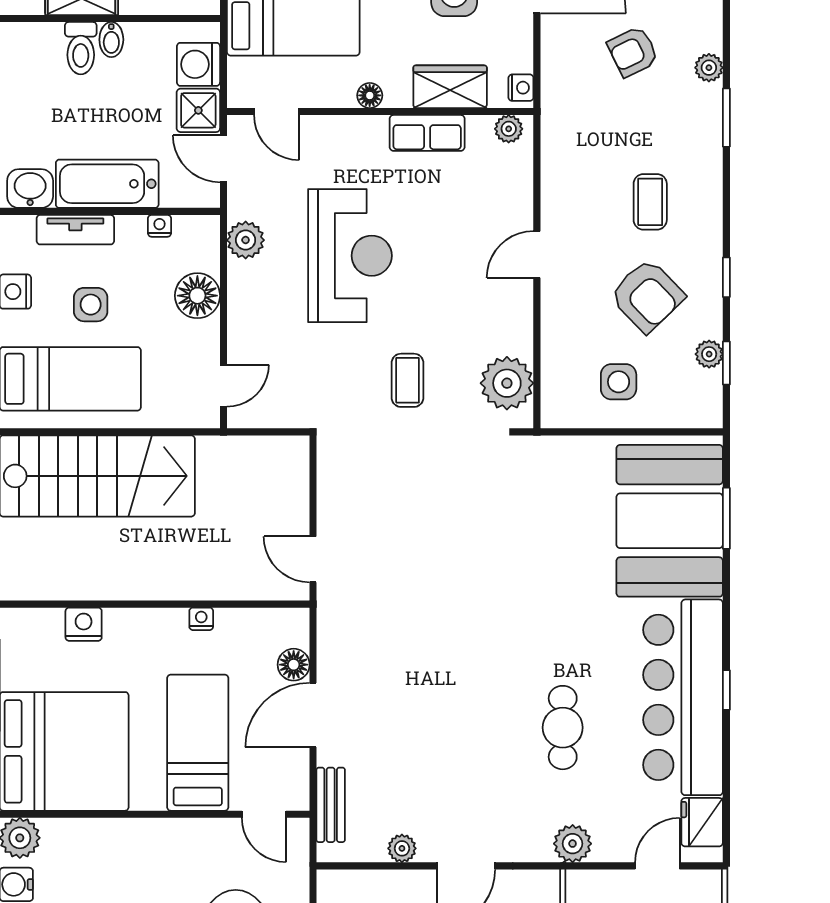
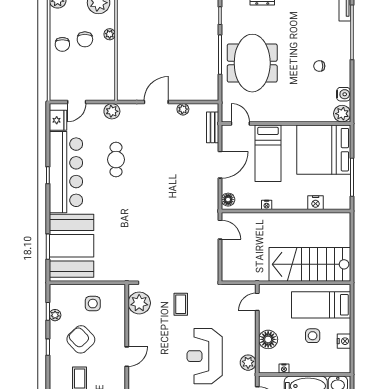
tv unit: (75, 230) -> (319, 367), removed
floor lamp: (294, 665) -> (228, 200), moved

